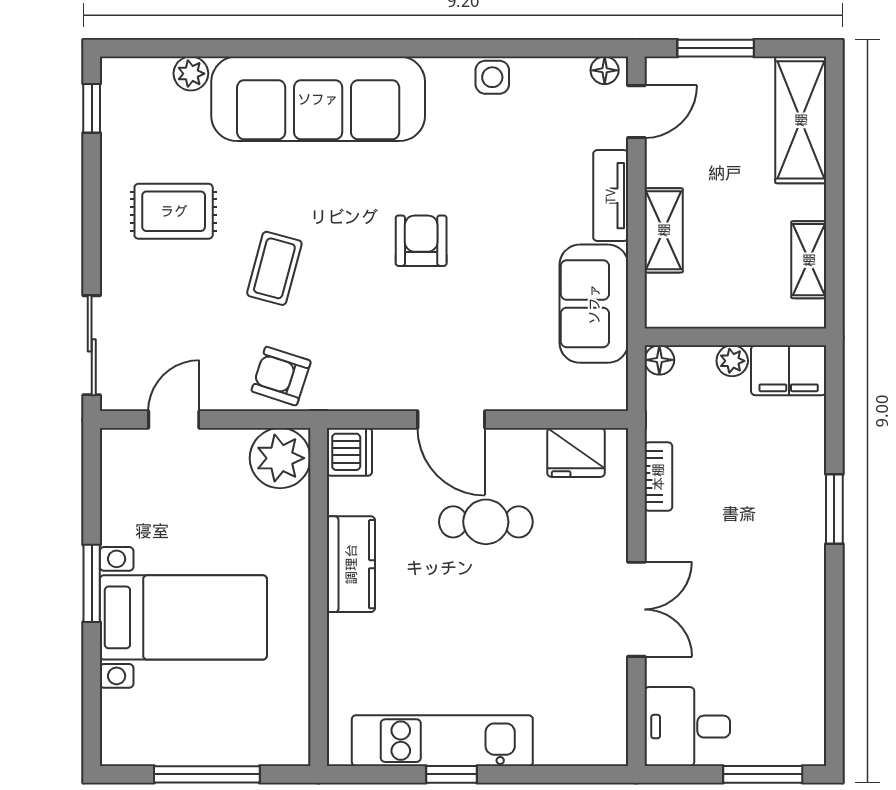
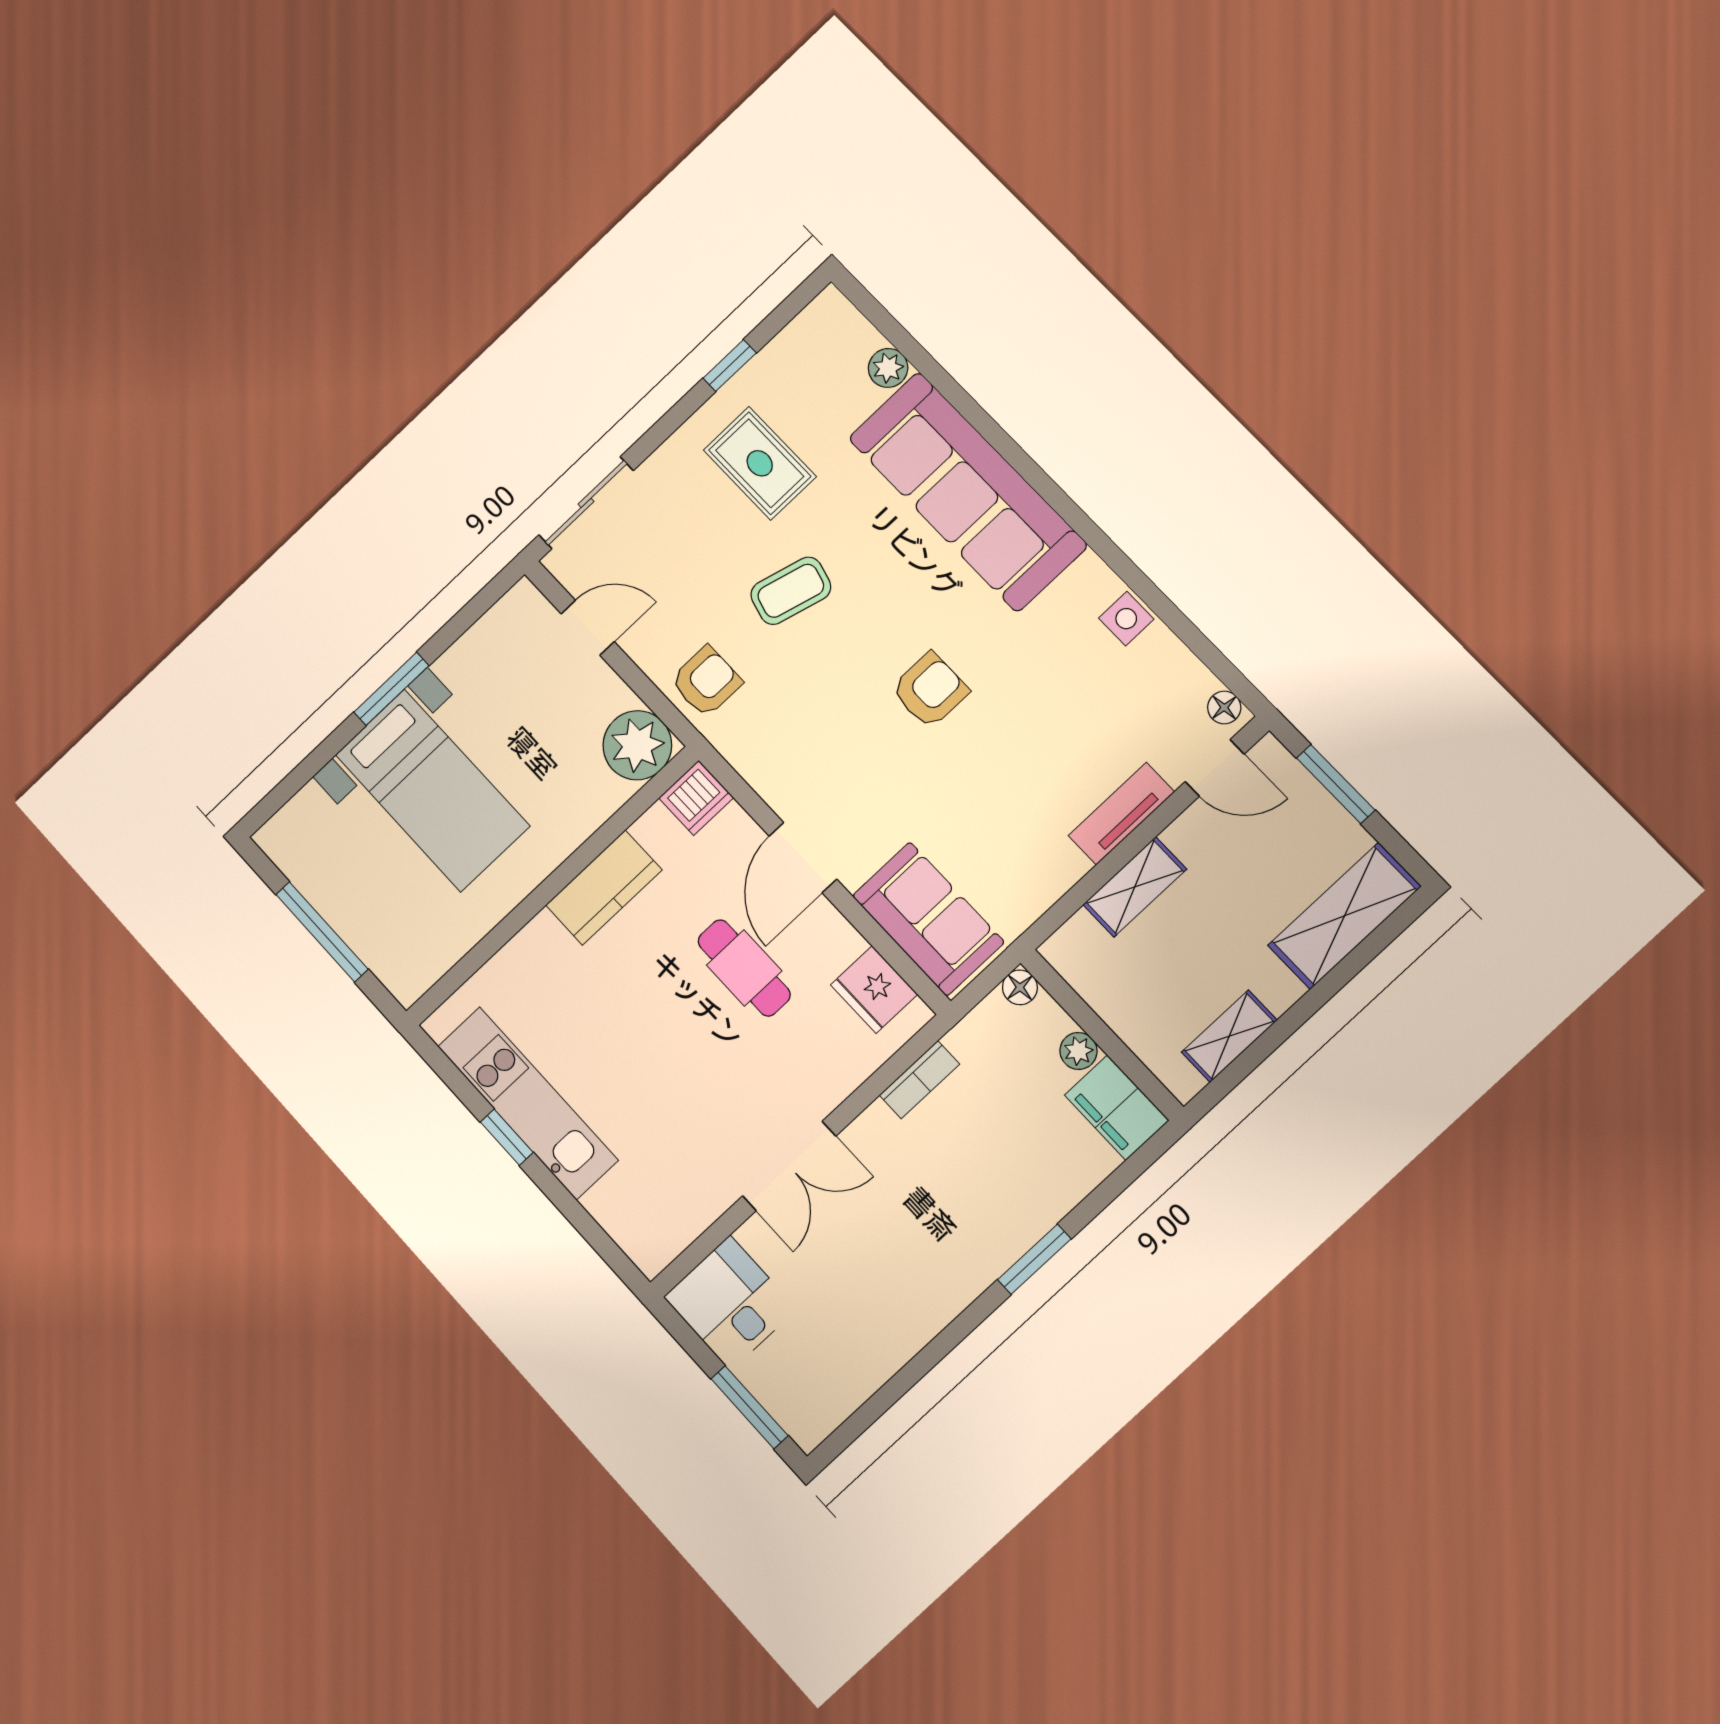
window: (92, 108) -> (730, 366), moved
sofa: (594, 304) -> (928, 919), moved, turned 90
armchair: (281, 376) -> (706, 681), turned 72

